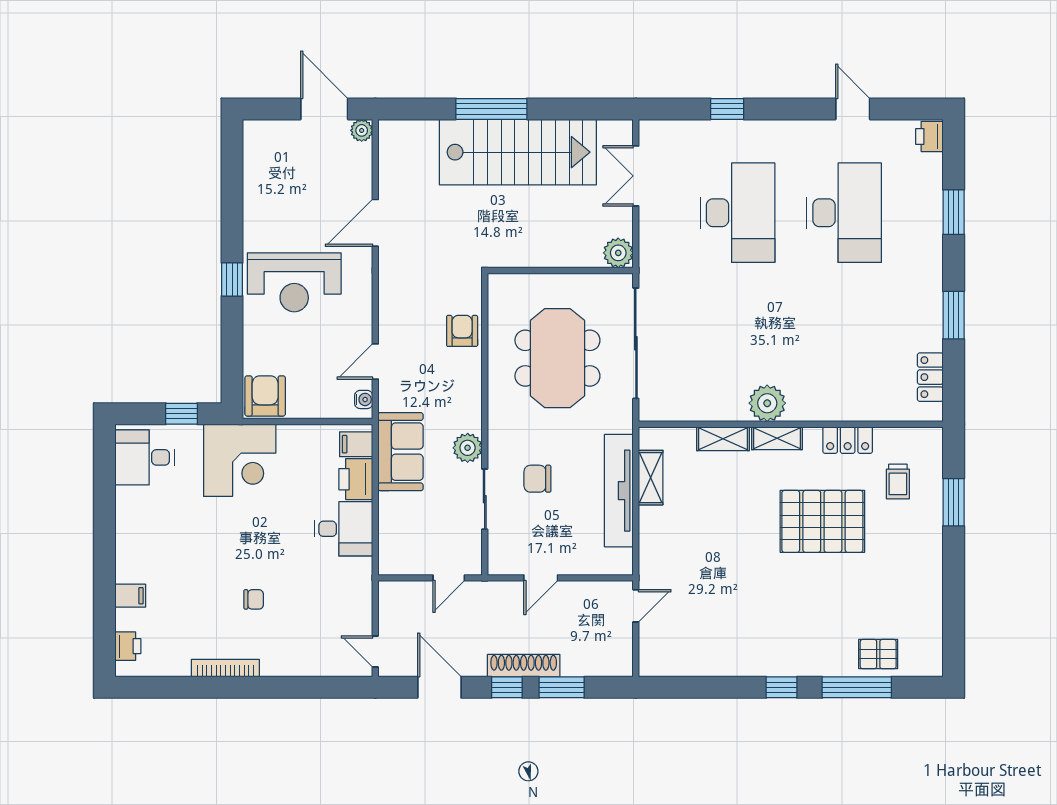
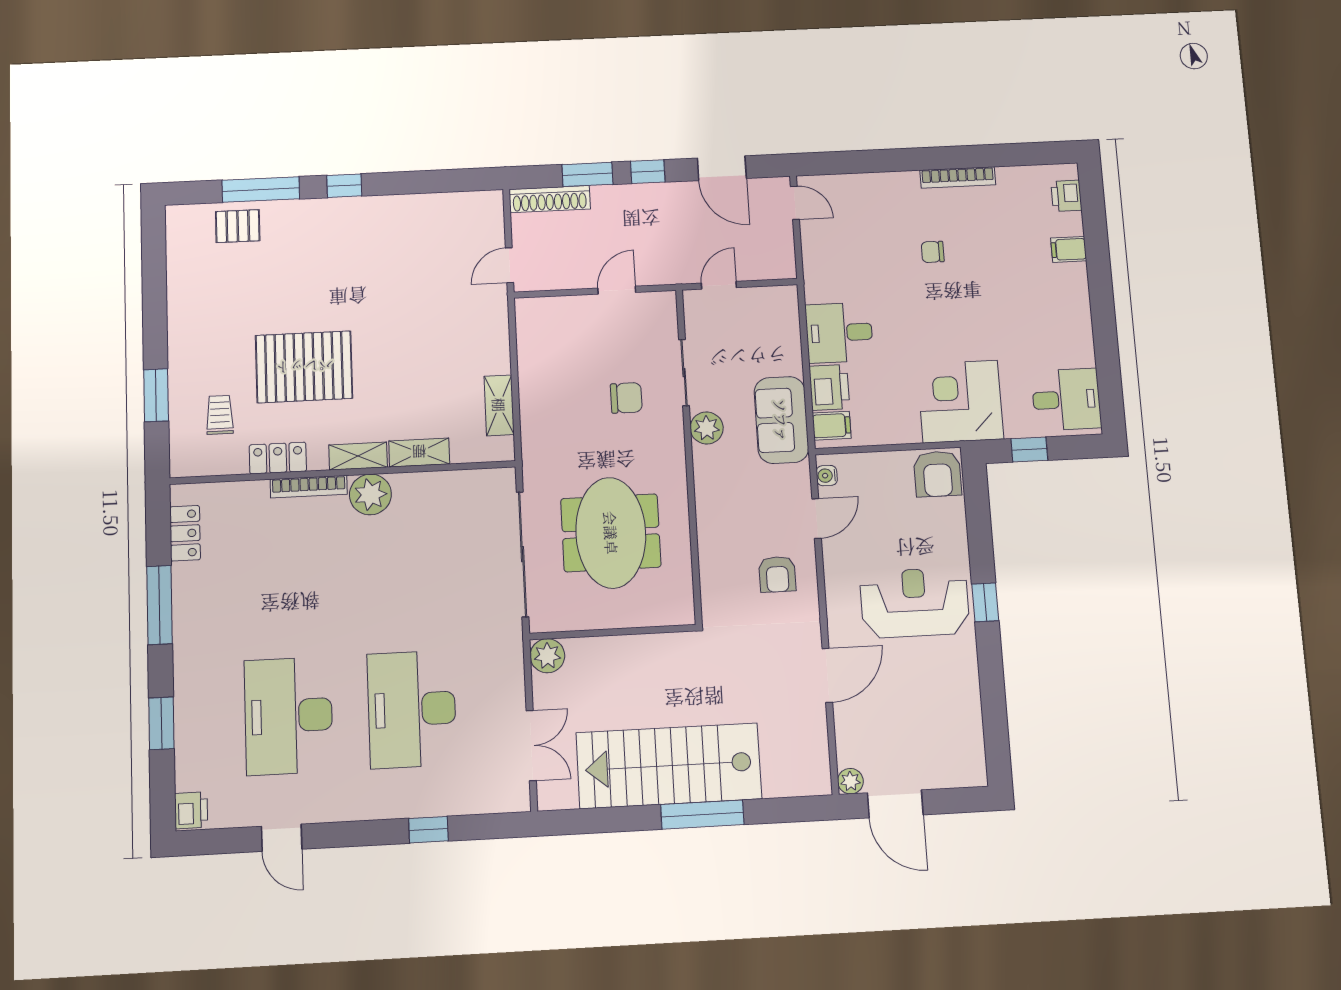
window: (954, 315) -> (159, 605), width x1.44
armchair: (462, 331) -> (777, 574), moved
bookcase: (821, 413) -> (309, 487), added
tv unit: (619, 491) -> (534, 389), removed
shoe rack: (524, 666) -> (550, 199), moved

